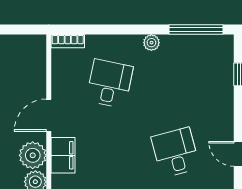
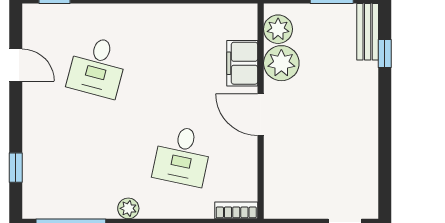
door: (49, 115) -> (261, 115), swing flipped
desk: (176, 153) -> (97, 67), turned 30

